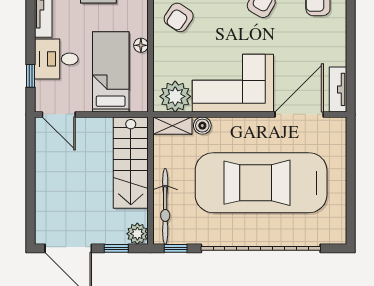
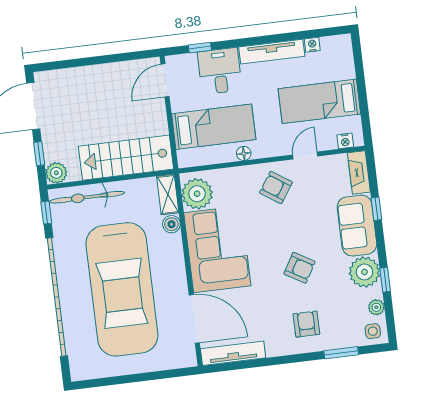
tv unit: (338, 89) -> (233, 353), width x1.41
car: (261, 183) -> (122, 289), turned 180

